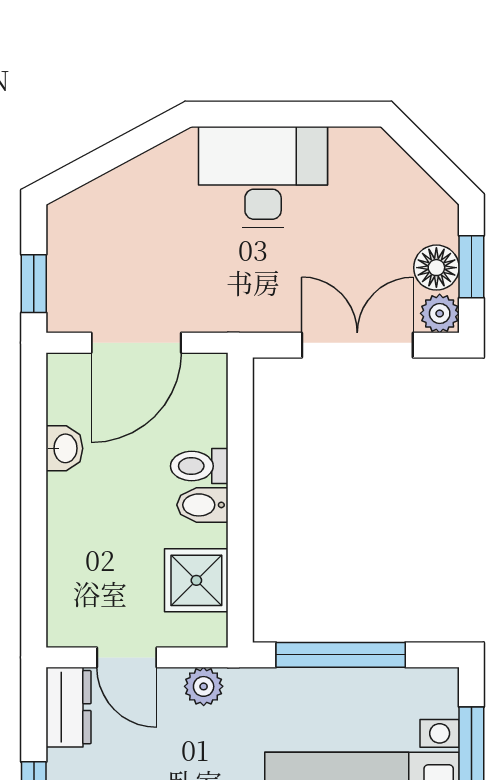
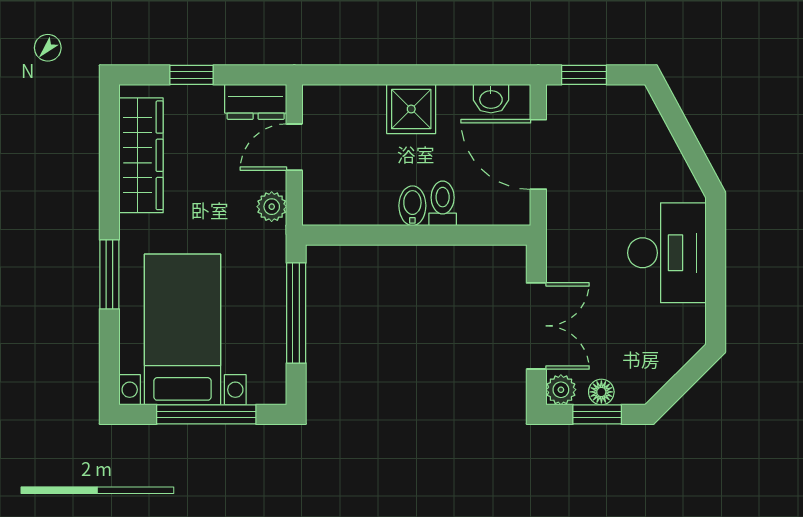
floor lamp: (436, 268) -> (601, 392), width x0.73, depth x0.73
washbasin: (64, 448) -> (491, 99), moved
shower: (196, 580) -> (411, 109), moved

